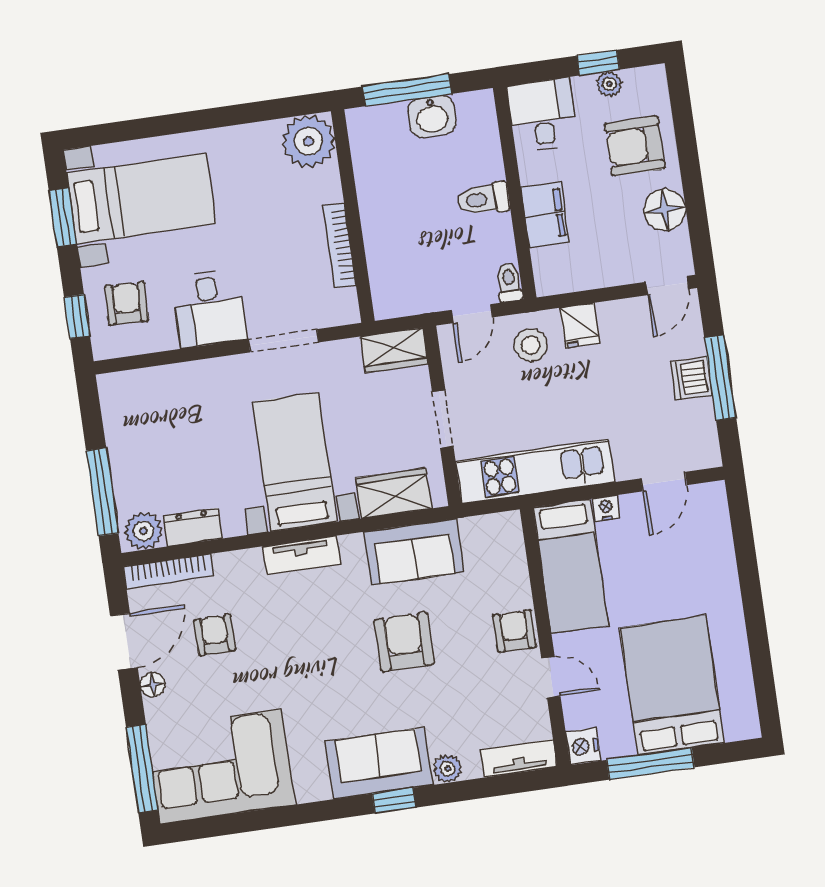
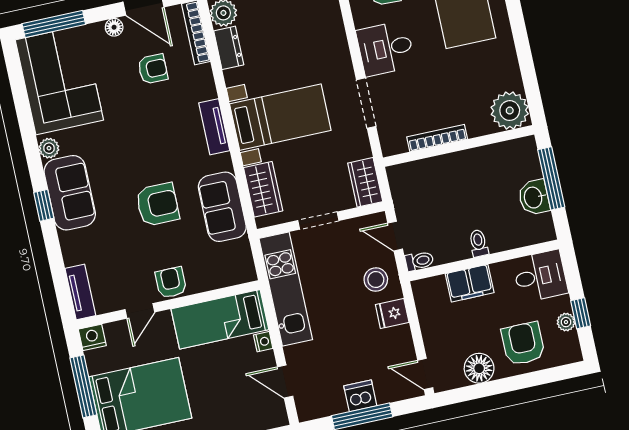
toilet: (483, 199) -> (479, 243), width x0.73, depth x0.72
armchair: (514, 631) -> (171, 282), turned -90
plant: (448, 769) -> (49, 148), moved

